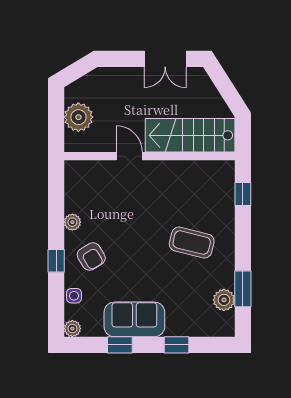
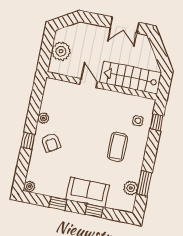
coffee table: (192, 243) -> (117, 147), turned 76
side table: (74, 296) -> (138, 121), moved
sofa: (134, 319) -> (88, 192), moved

